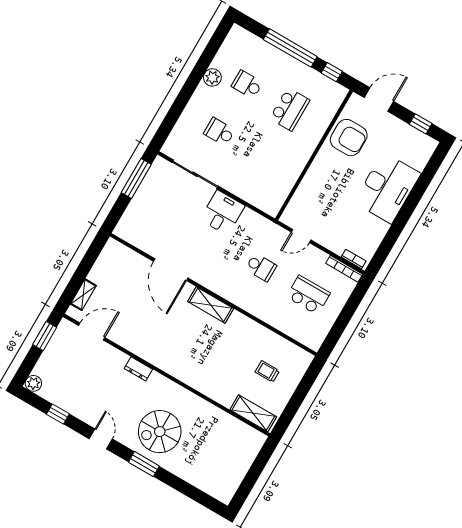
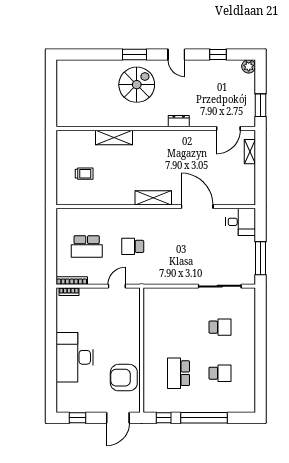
plant: (212, 77) -> (248, 364), removed
desk: (222, 213) -> (241, 222), moved, turned -90
shelving: (253, 413) -> (114, 137), moved

